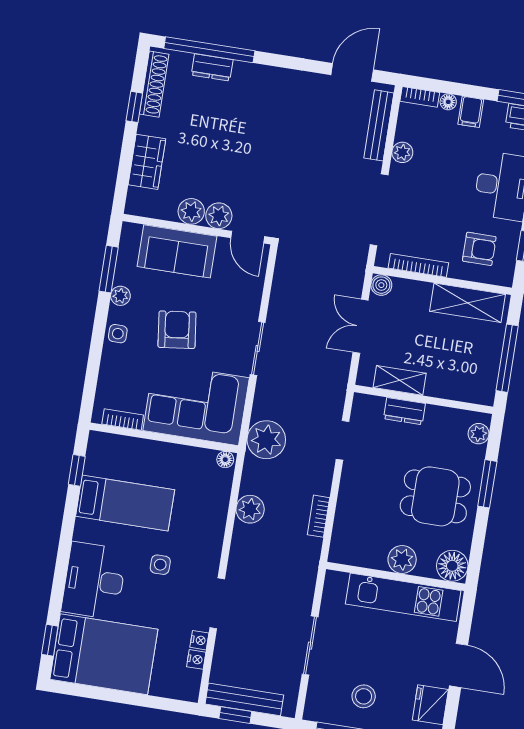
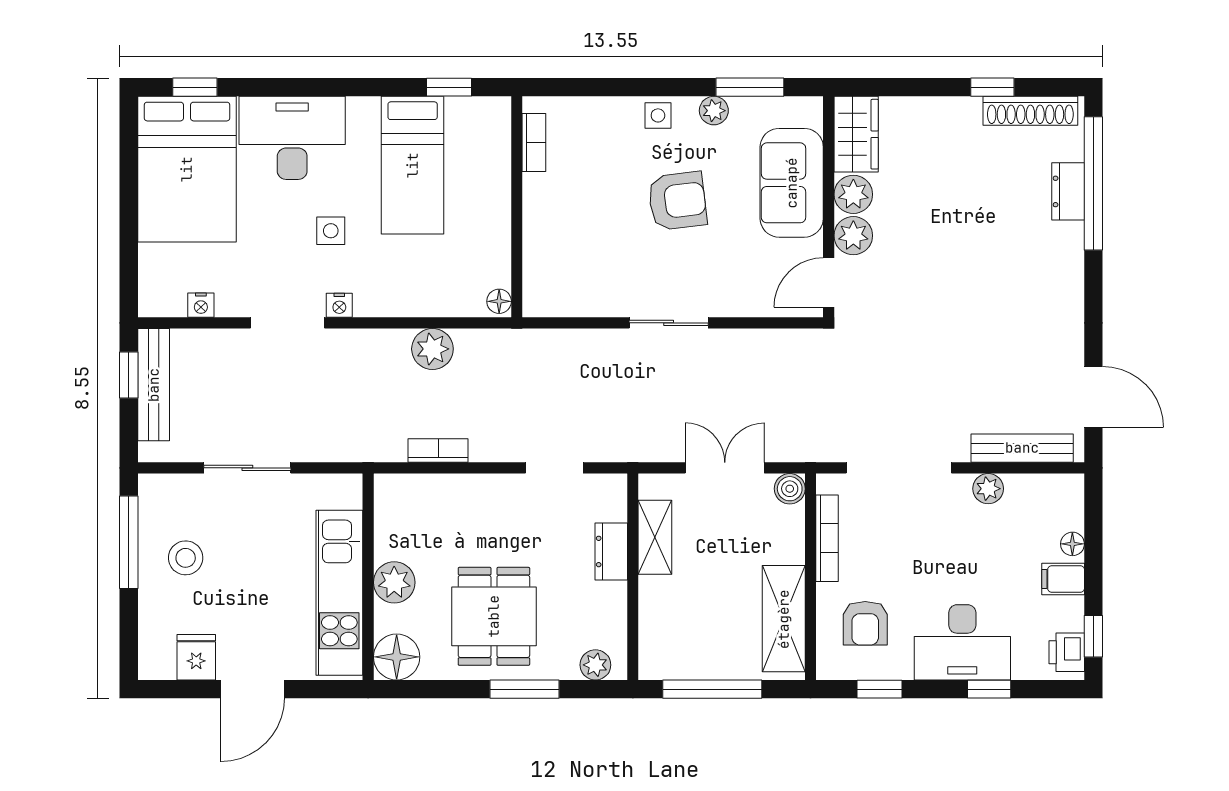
bookcase: (420, 97) -> (1073, 501), removed
wardrobe: (147, 162) -> (856, 134), moved, turned -90
corner sofa: (196, 404) -> (573, 246), removed
plant: (266, 440) -> (538, 357), removed
nightstand: (199, 640) -> (339, 305), moved
fridge: (430, 705) -> (196, 657), width x0.72

